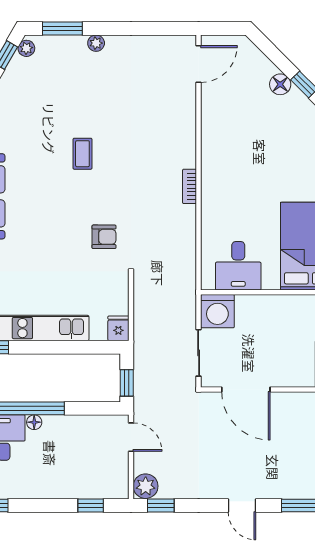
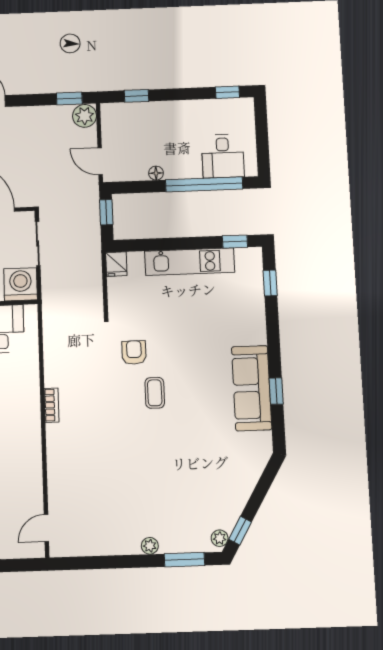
door: (199, 64) -> (46, 528), width x0.73
coffee table: (82, 154) -> (155, 393), moved
armchair: (104, 237) -> (134, 352), turned 90
floor lamp: (34, 422) -> (156, 173), moved

